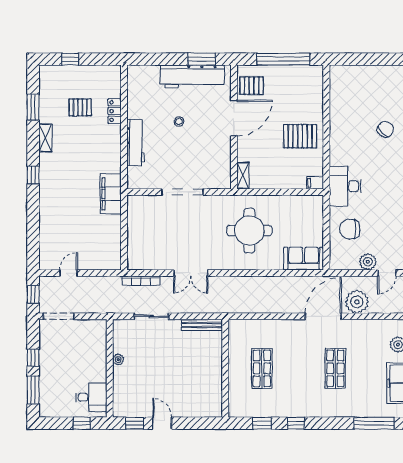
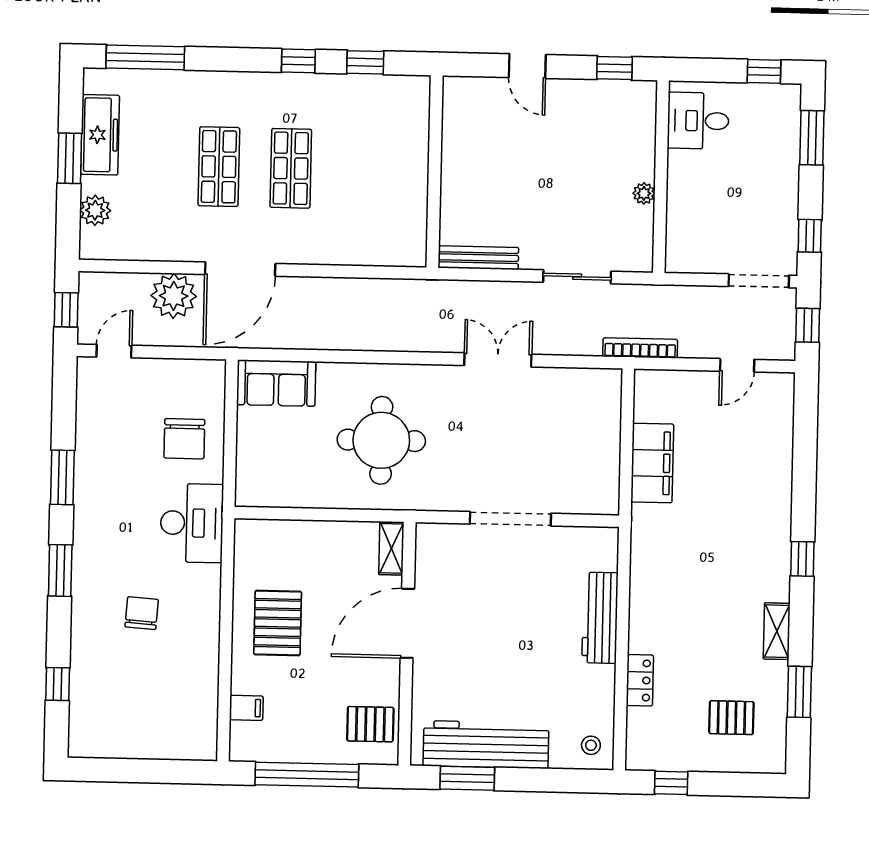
window: (70, 59) -> (671, 783), moved
pallet: (80, 107) -> (731, 718), moved
door: (234, 118) -> (407, 623), moved
stool: (179, 122) -> (591, 745), moved
chair: (385, 129) -> (142, 613), moved, turned 141
pallet: (300, 136) -> (278, 623), turned 90
filing cabinet: (315, 183) -> (246, 708), moved
filing cabinet: (111, 194) -> (652, 463), moved
chair: (350, 229) -> (184, 439), turned 90
plant: (368, 262) -> (151, 374), removed
bookcase: (141, 281) -> (640, 348), moved
window: (33, 358) -> (810, 236), moved
shop shelf: (262, 368) -> (291, 168), moved
window: (82, 423) -> (764, 71), moved
door: (162, 423) -> (527, 66), moved

